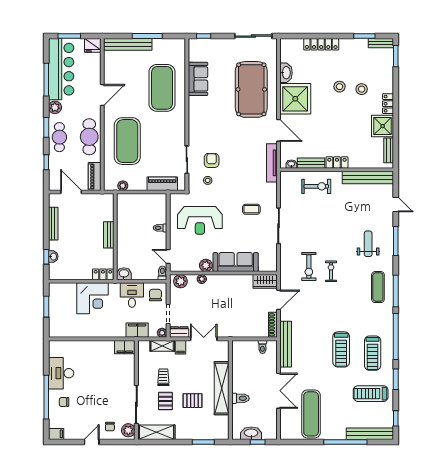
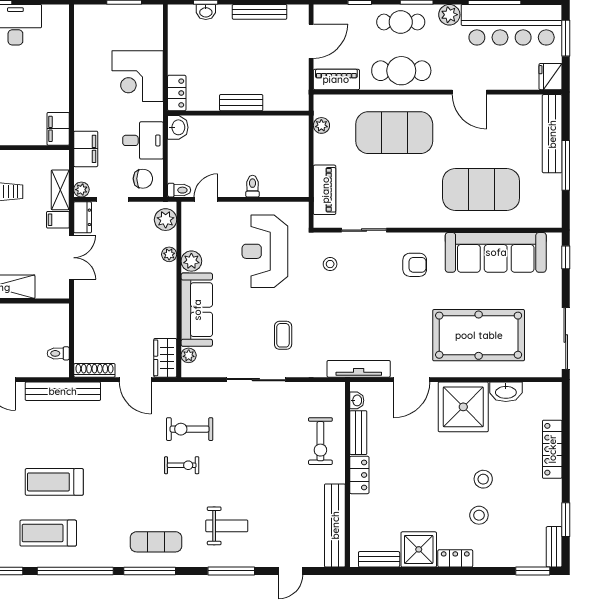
sofa: (198, 79) -> (496, 252), width x1.85, depth x1.27
armchair: (212, 160) -> (415, 265), moved
plant: (264, 267) -> (189, 355), added

